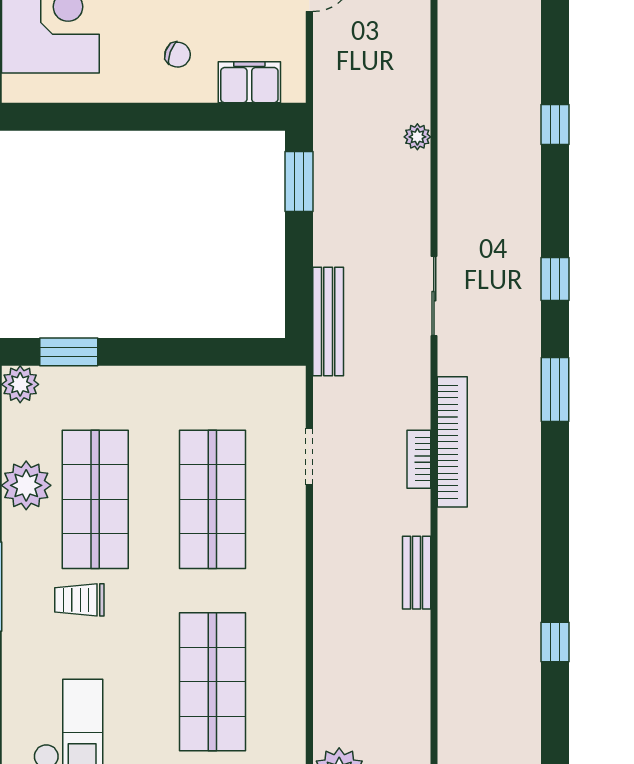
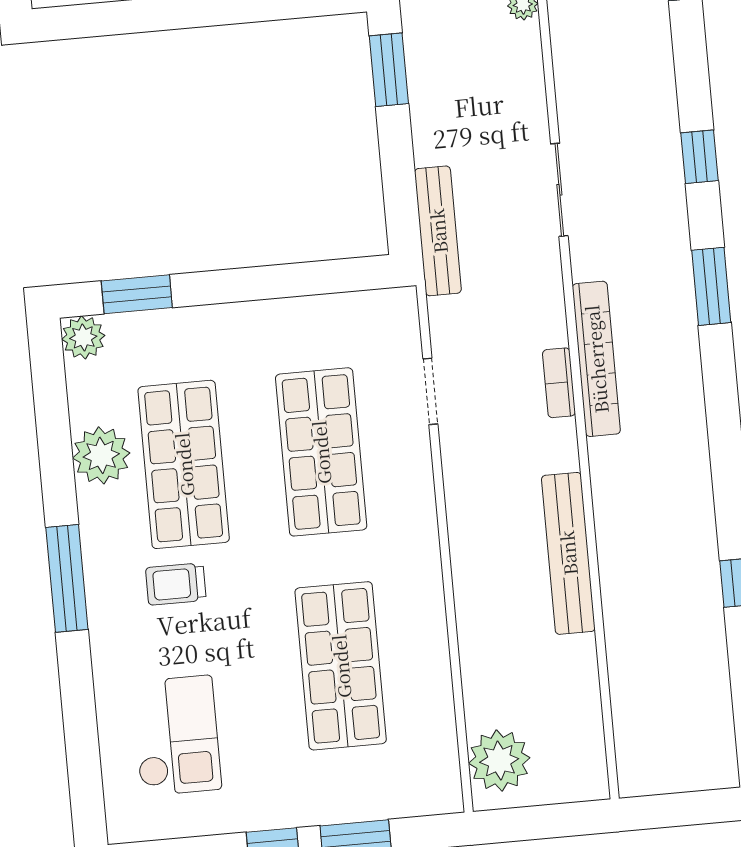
bench: (417, 573) -> (568, 553), width x1.86, depth x1.21

